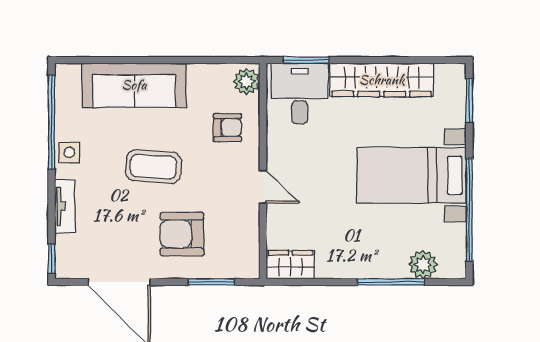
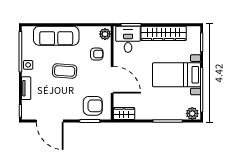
door: (263, 187) -> (112, 80), width x1.87
armchair: (182, 234) -> (93, 106), moved, turned 180
plant: (423, 265) -> (192, 113), moved

